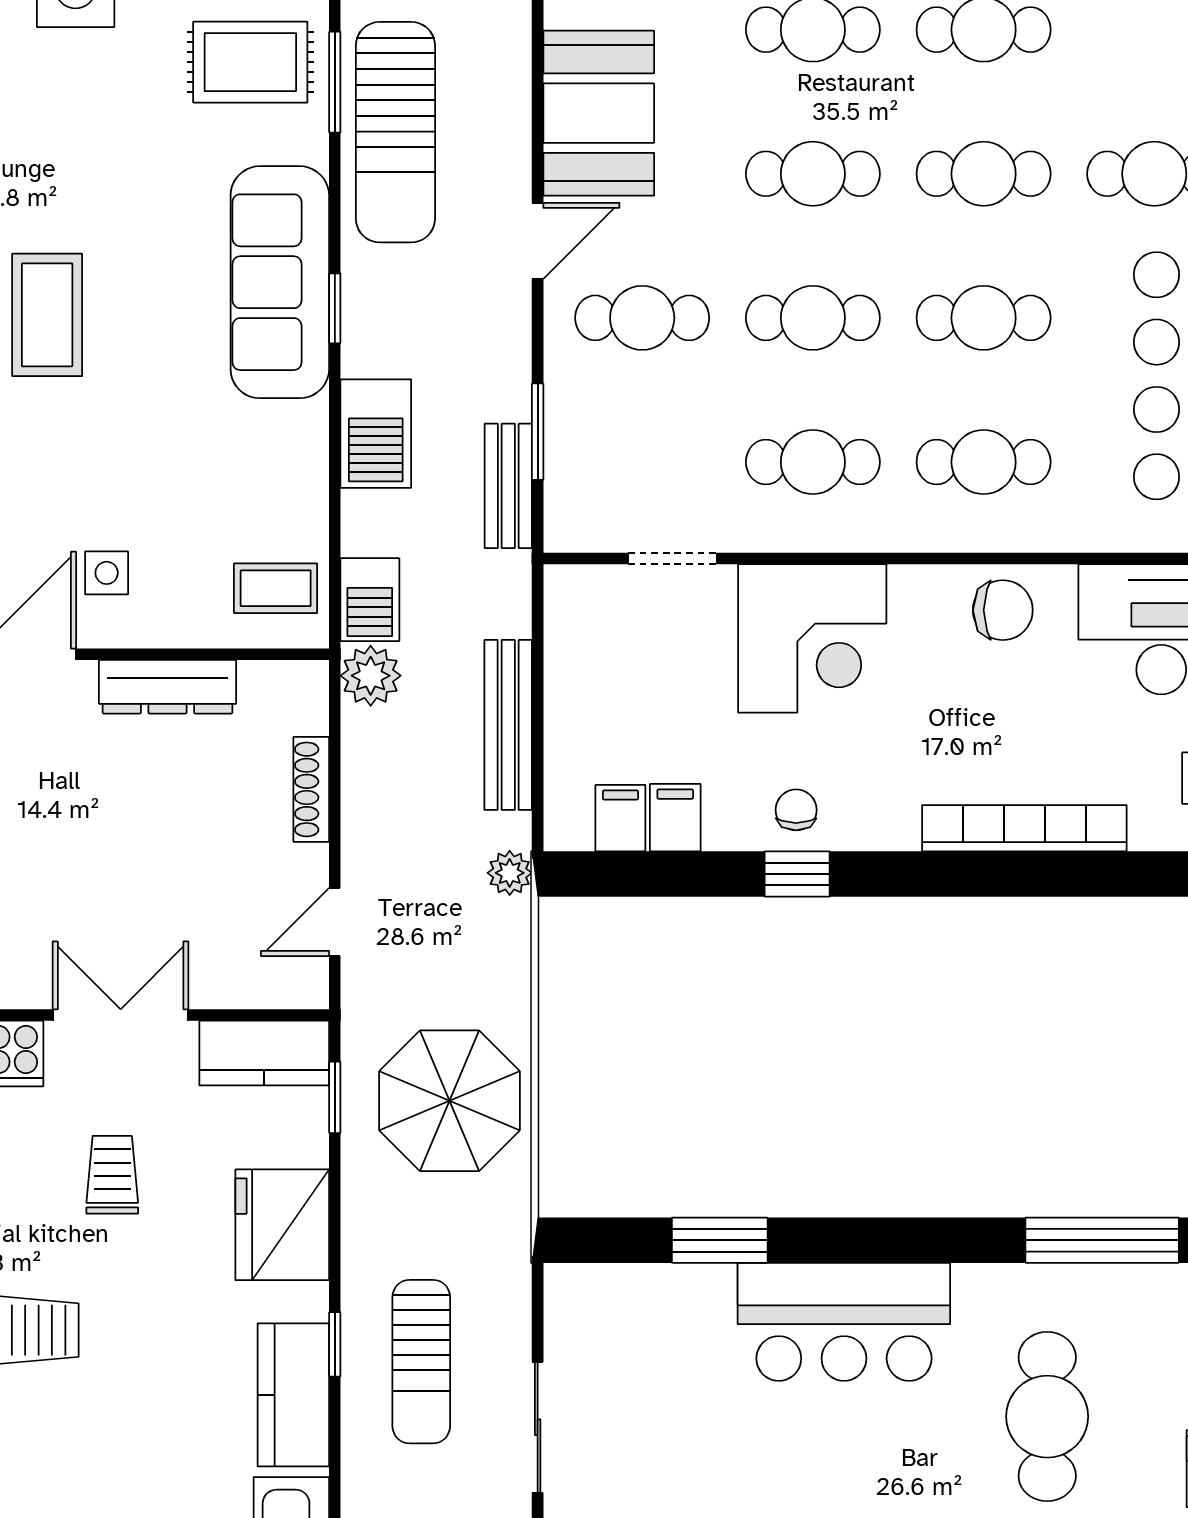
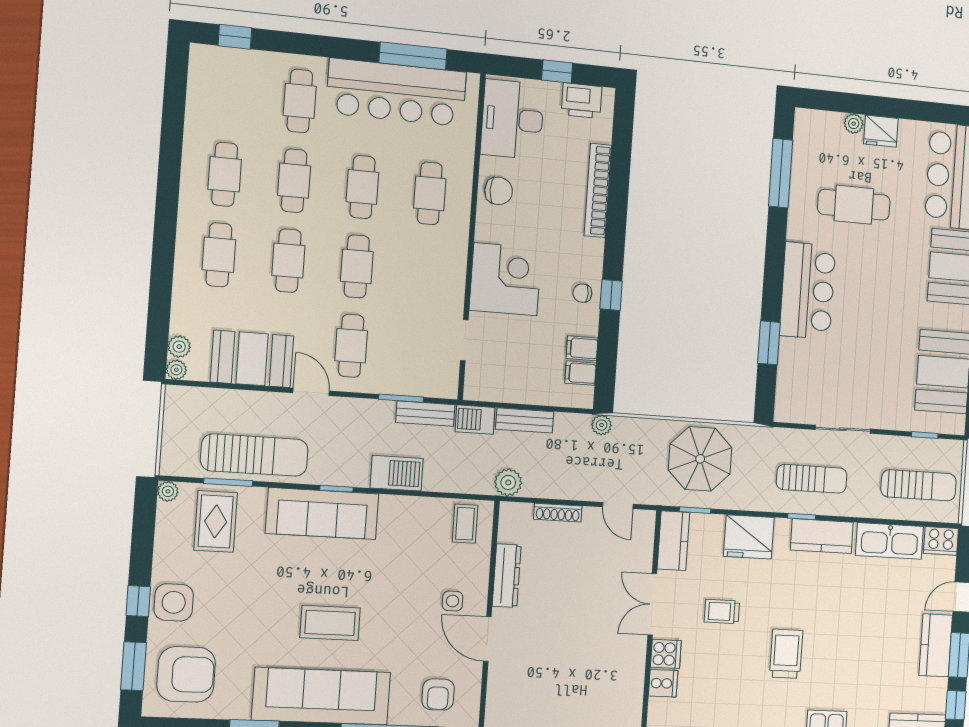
cafe table: (813, 462) -> (424, 272), removed
barbecue: (370, 600) -> (475, 420), moved, turned 180
chair: (1003, 610) -> (499, 191), turned 90
bench: (508, 725) -> (525, 420), width x0.73

